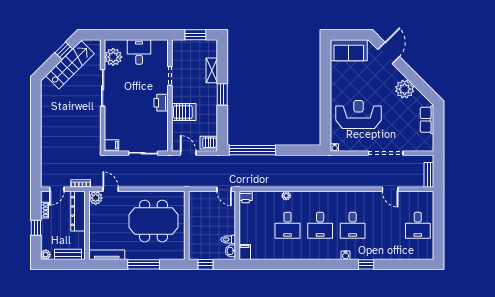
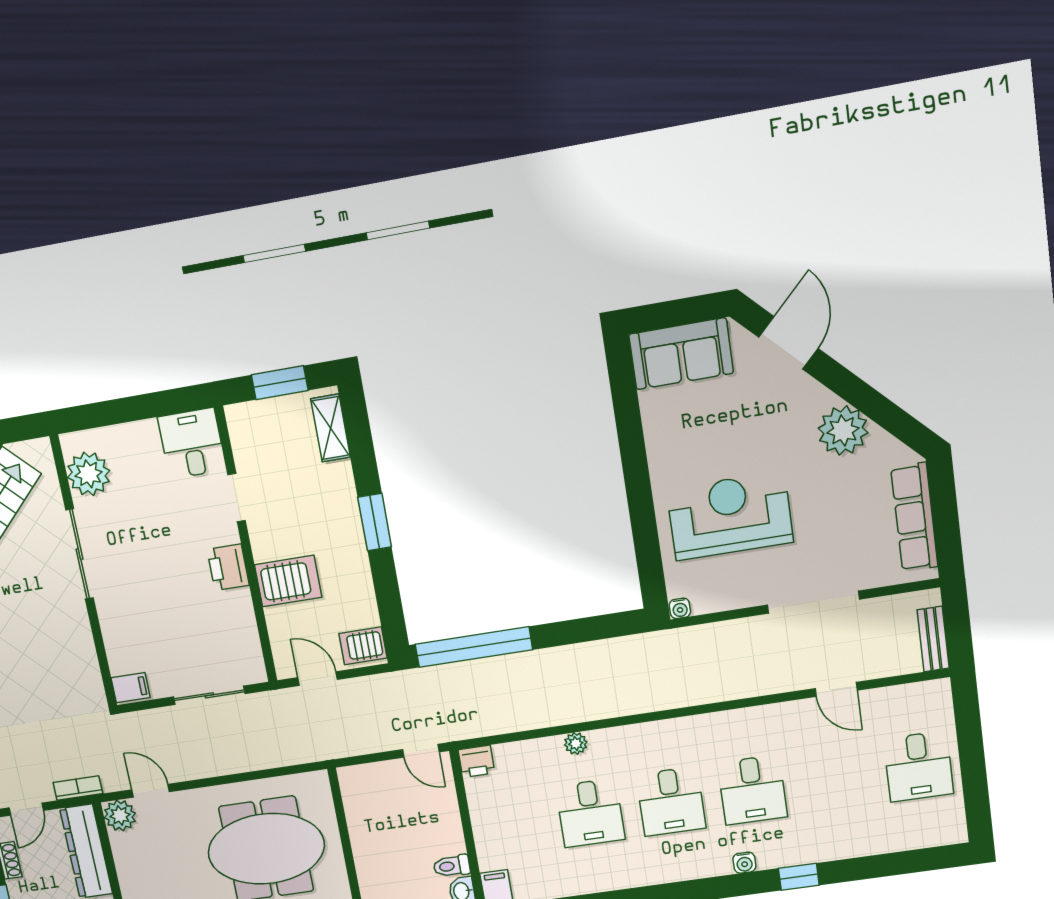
desk: (139, 52) -> (192, 443), moved
shelving: (212, 70) -> (331, 428), moved
row of seats: (427, 120) -> (914, 517), width x1.48

